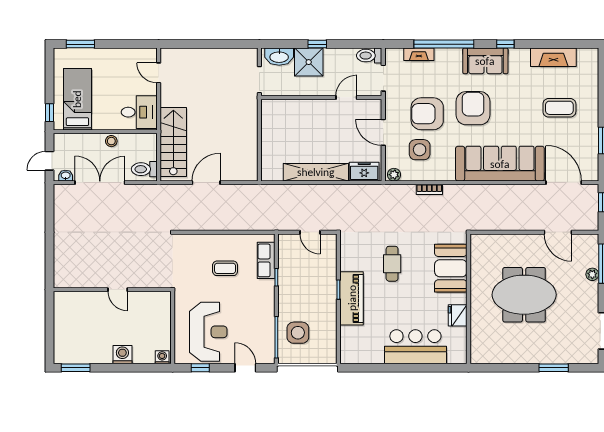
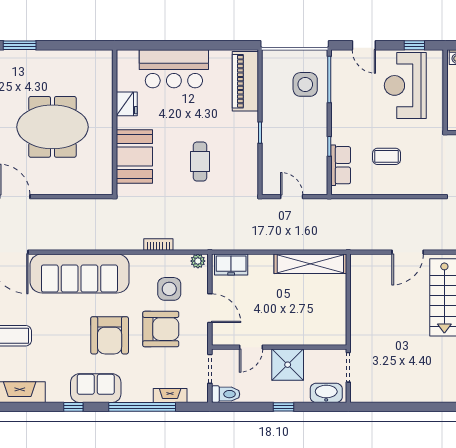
shower: (309, 62) -> (288, 365), moved
shelving: (316, 172) -> (310, 264), moved
piano: (352, 298) -> (245, 81), moved

